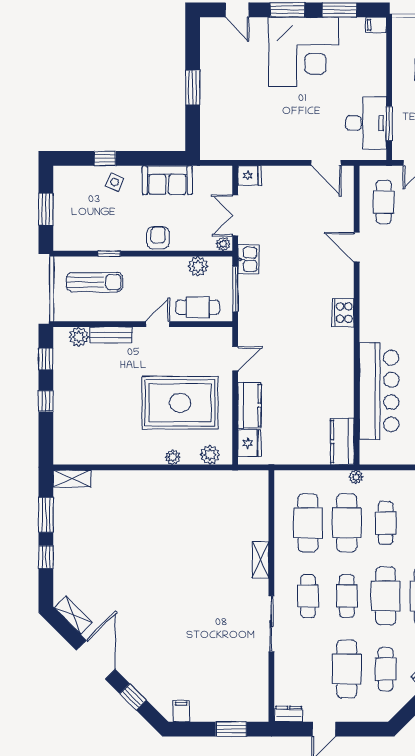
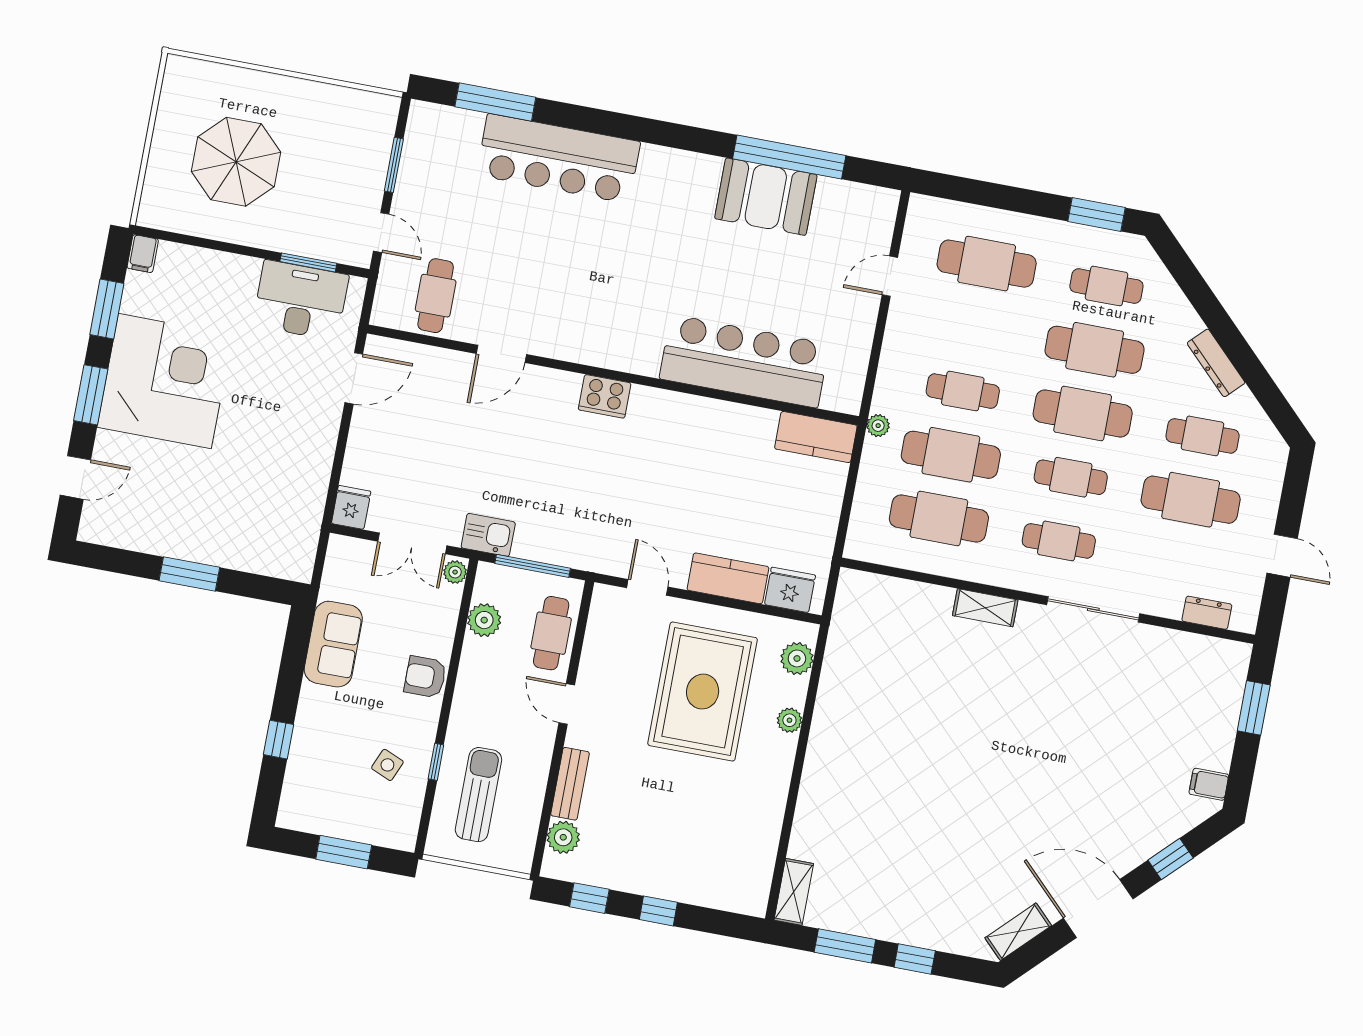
side table: (115, 182) -> (387, 765), moved
cafe table: (384, 202) -> (436, 296), turned 90
dresser: (289, 714) -> (1207, 613), moved, turned 90

